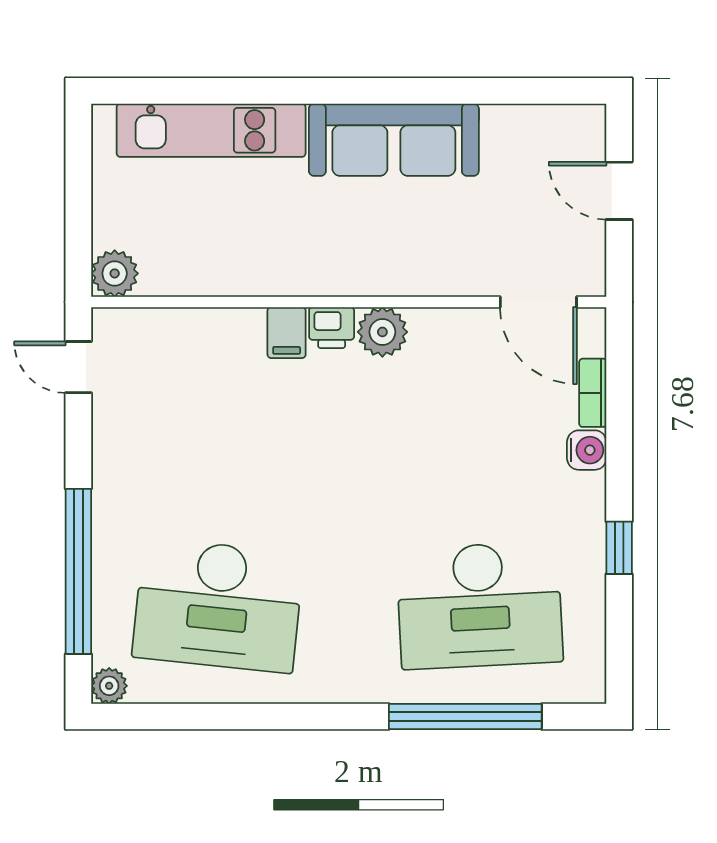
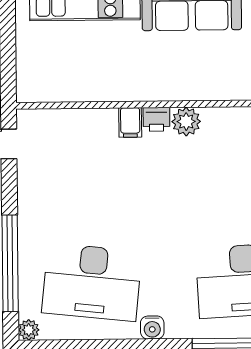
plant: (115, 273) -> (29, 89), removed
water cooler: (321, 684) -> (152, 328), added

